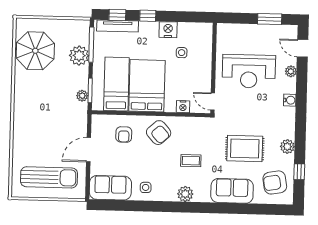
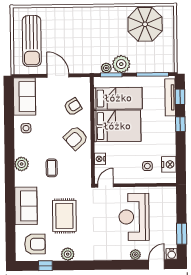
nightstand: (168, 30) -> (169, 164), moved
side table: (182, 53) -> (147, 166), moved
plant: (79, 56) -> (121, 64), moved
water cooler: (290, 100) -> (172, 254), moved
armchair: (124, 135) -> (73, 107), turned 149
armchair: (275, 182) -> (35, 244), turned 100

